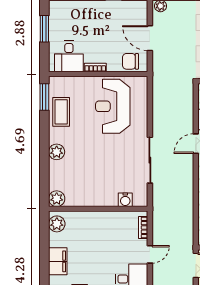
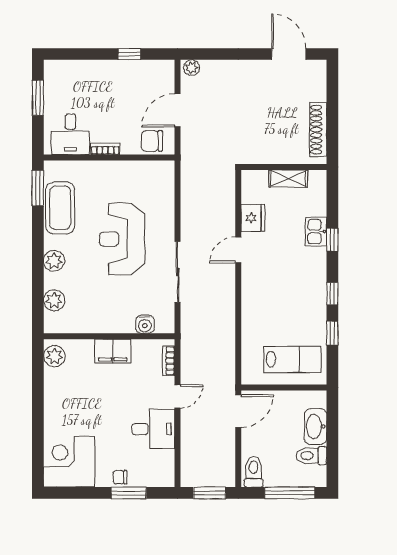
door: (150, 38) -> (177, 110), hinge flipped
reception desk: (113, 106) -> (122, 239), moved
coffee table: (61, 112) -> (60, 208), width x1.36, depth x1.32
plant: (57, 199) -> (54, 300), moved
filing cabinet: (58, 261) -> (113, 351), moved, turned 90

